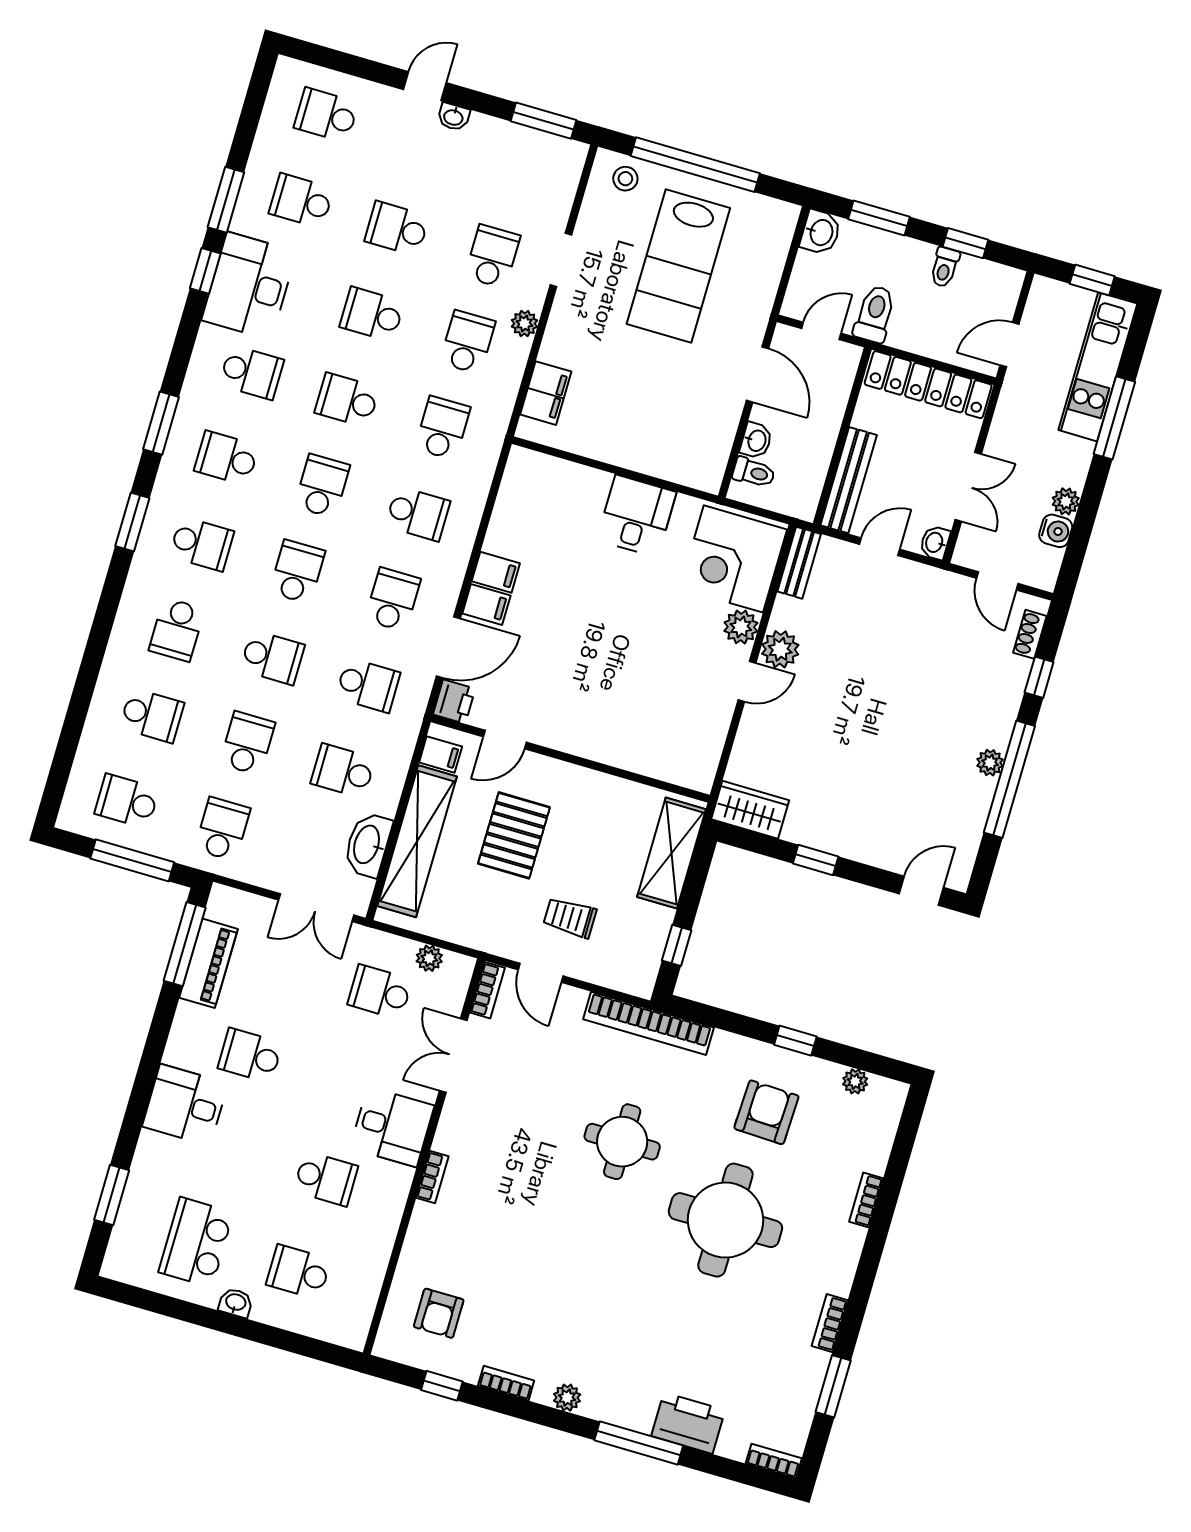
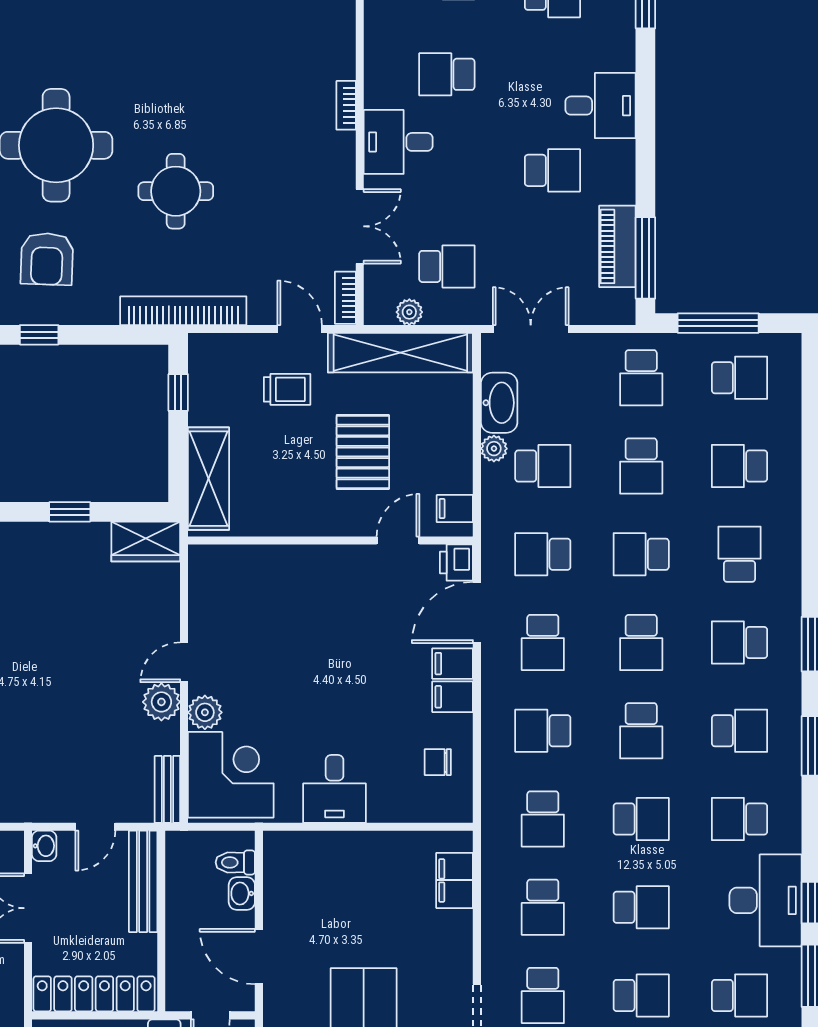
plant: (524, 324) -> (494, 449), moved
chair: (529, 513) -> (438, 762), added
shelving: (417, 841) -> (400, 353), moved, turned 90

